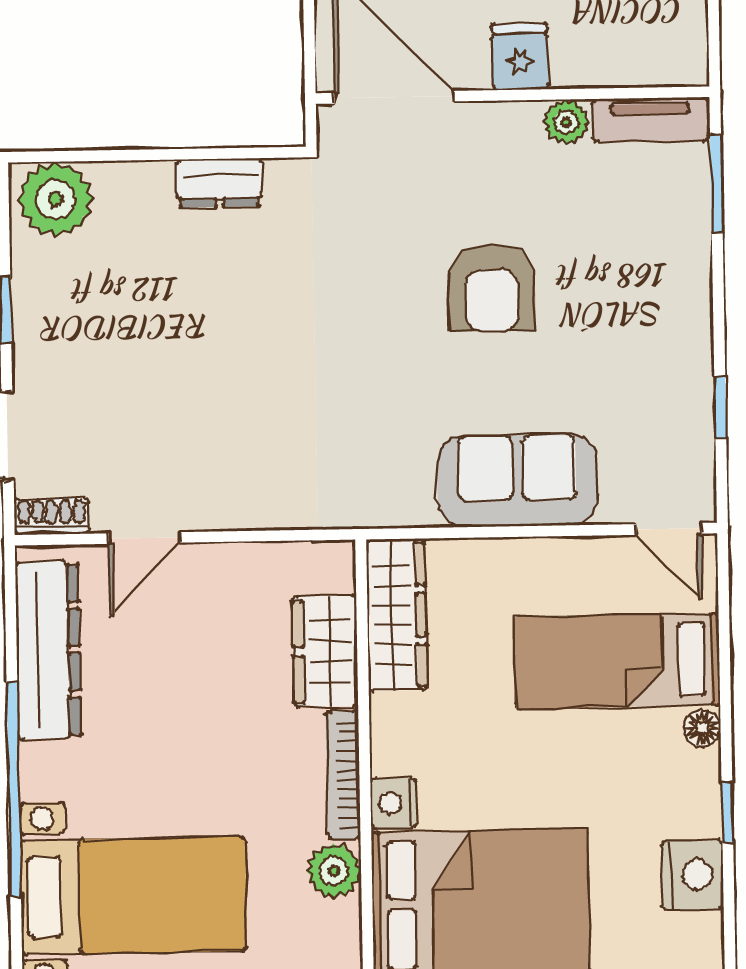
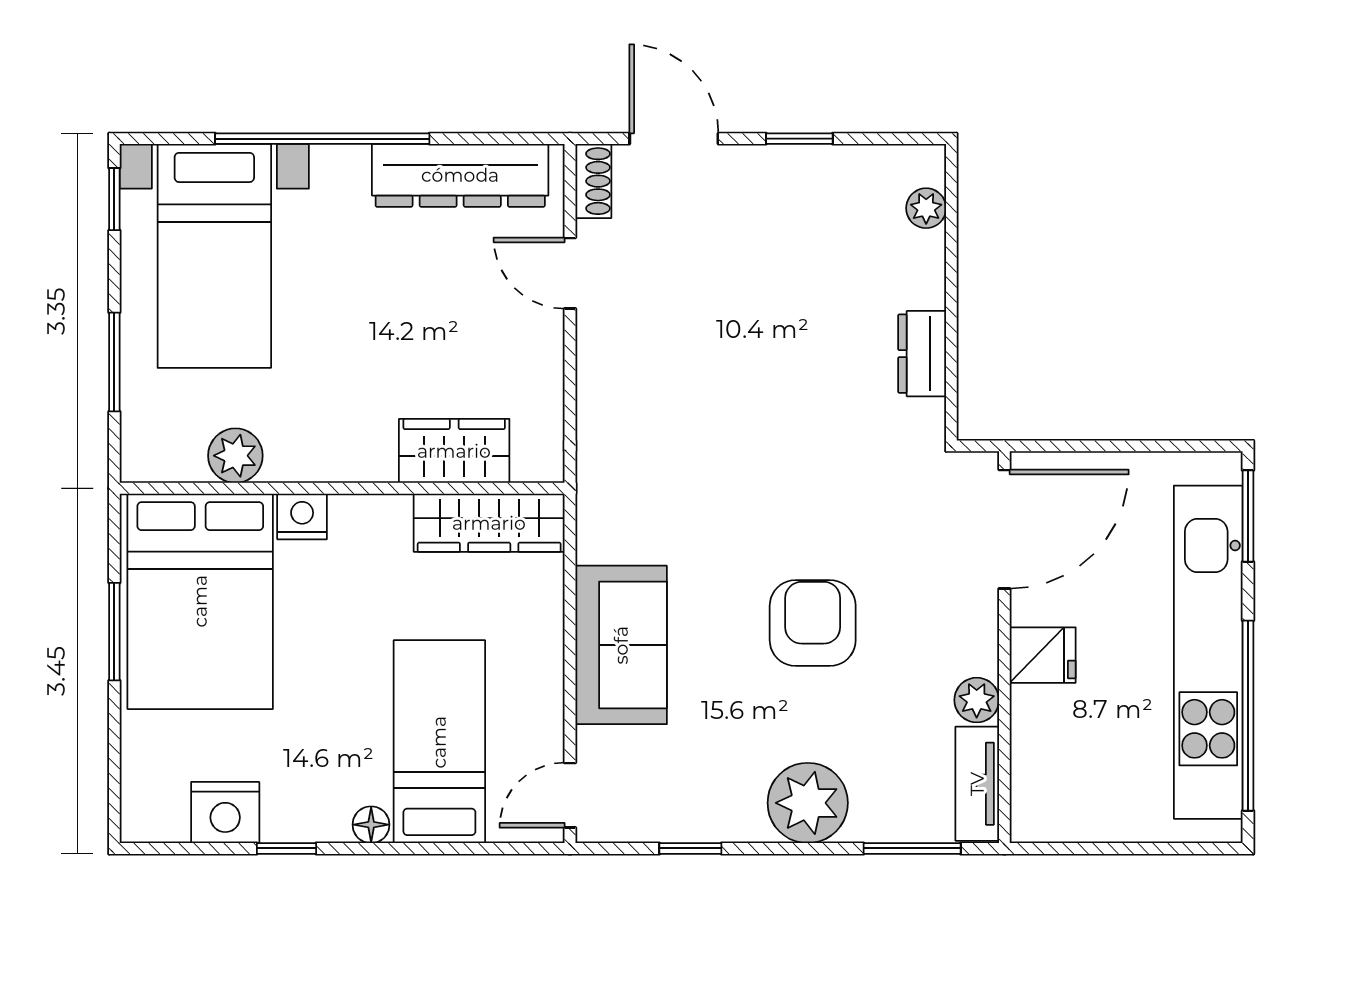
plant: (56, 199) -> (926, 208), width x0.53, depth x0.53
armchair: (492, 288) -> (813, 623), turned 90
plant: (673, 290) -> (808, 803), added
bookcase: (343, 775) -> (331, 467), removed

